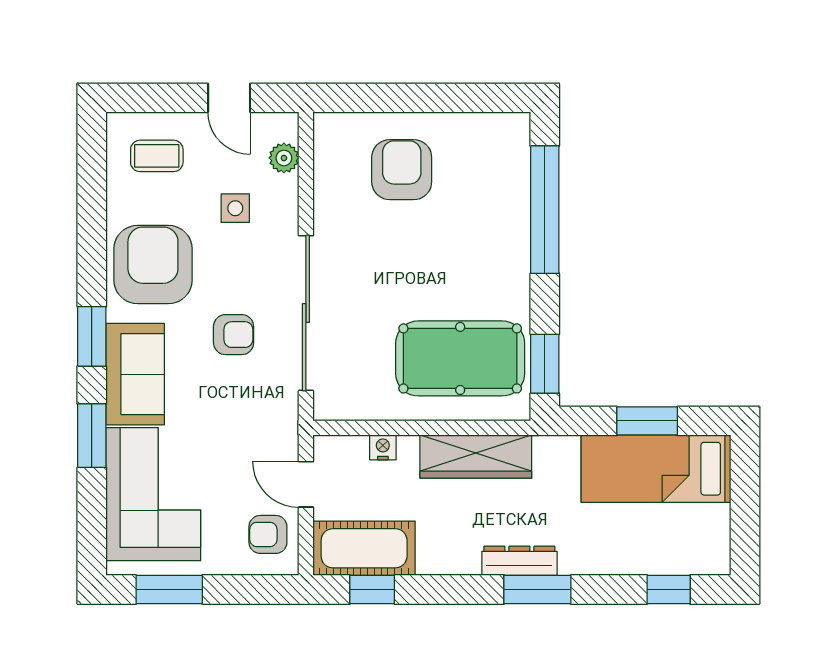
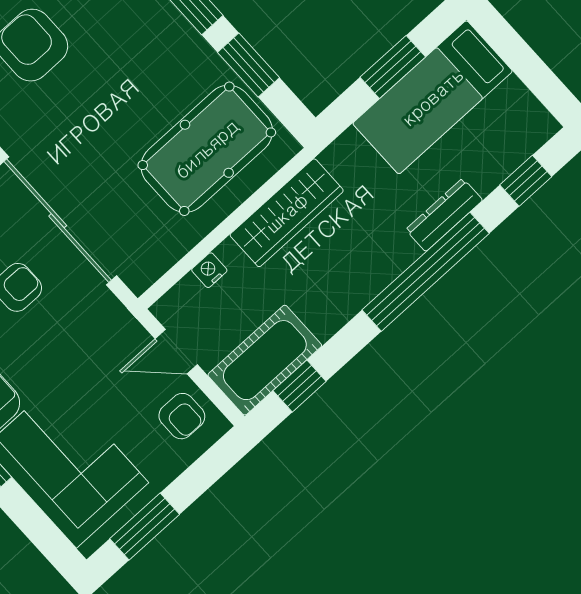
window: (545, 364) -> (249, 65), moved
armchair: (268, 534) -> (182, 416), turned -90
dresser: (519, 561) -> (444, 215), moved
window: (537, 590) -> (426, 272), width x2.11

